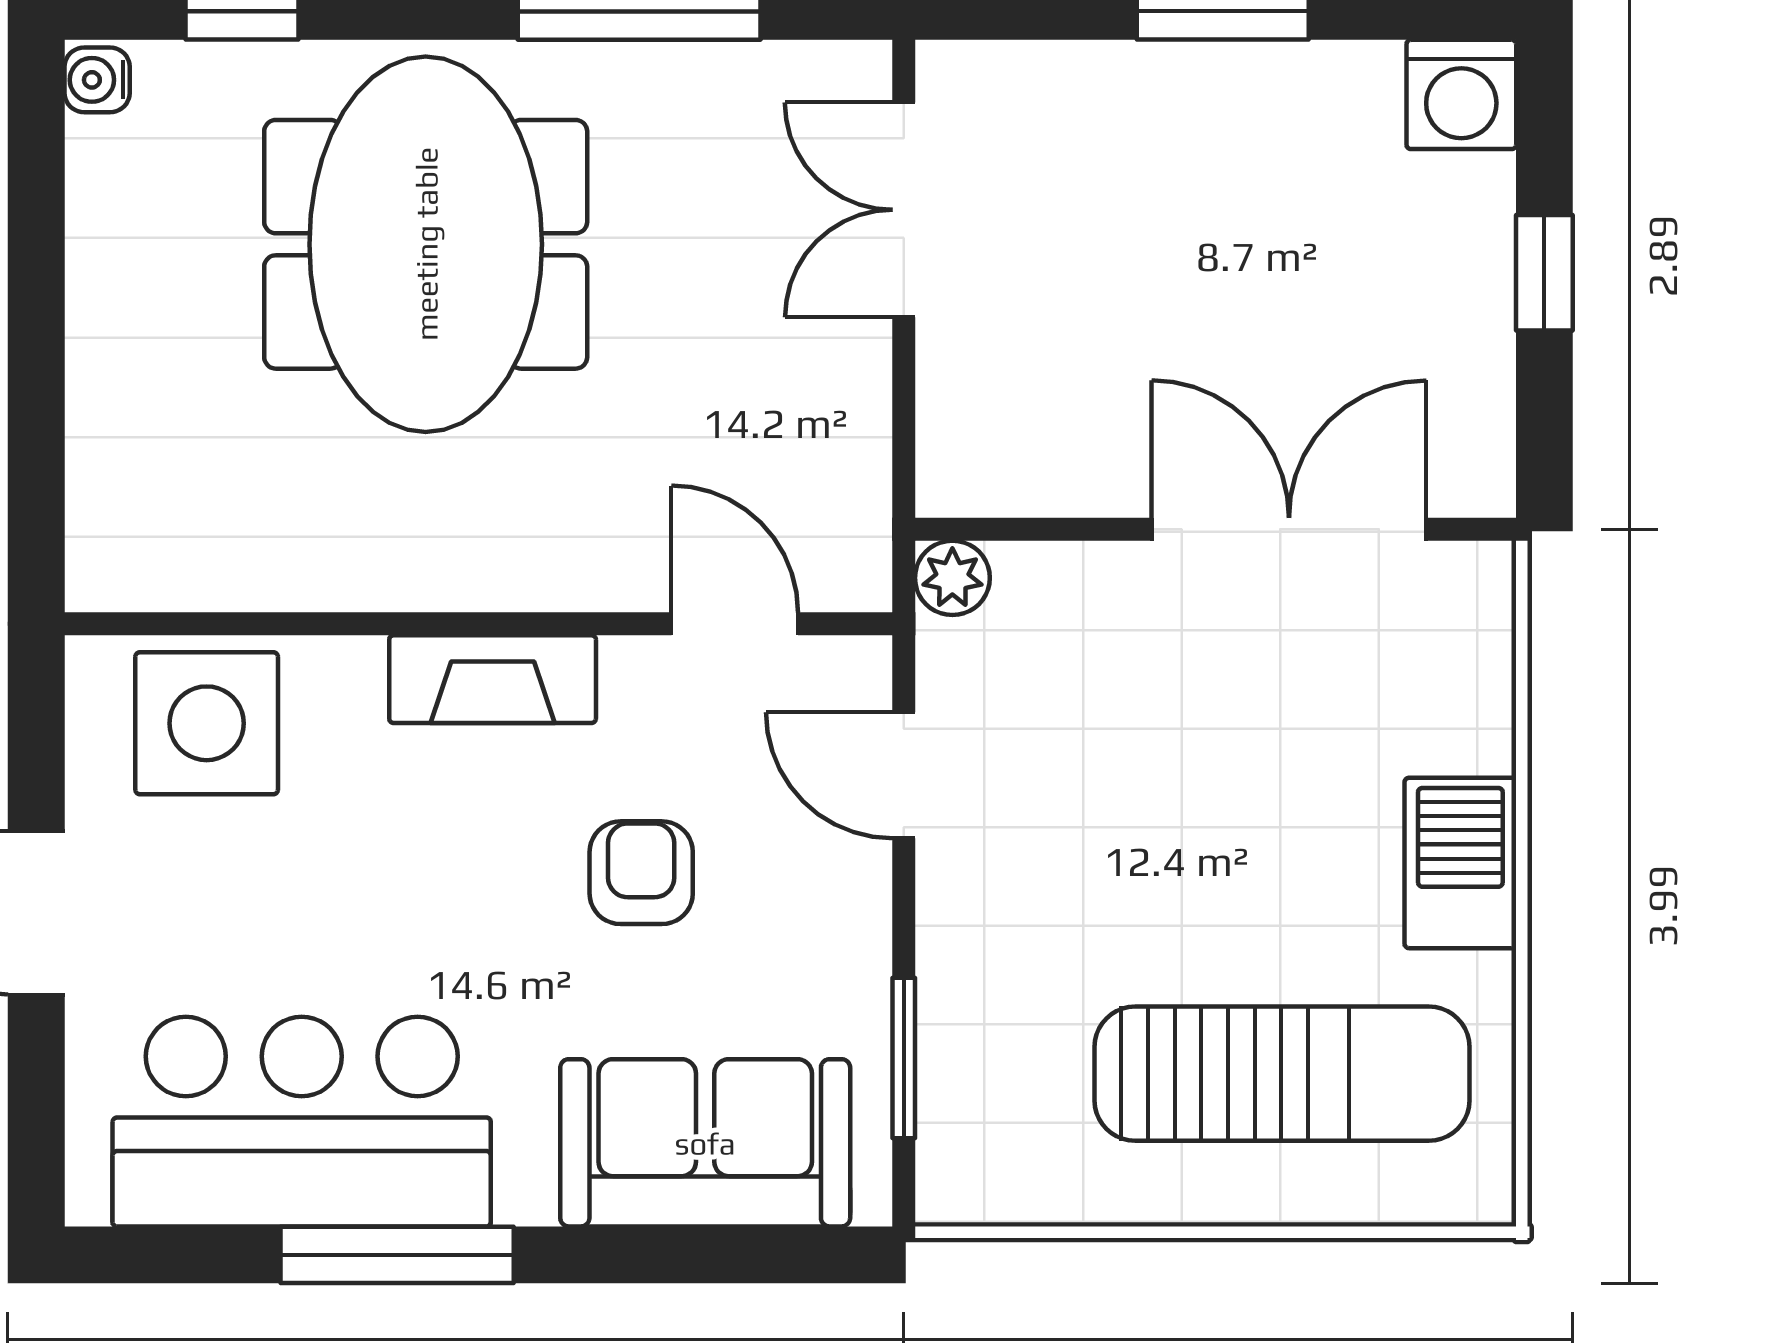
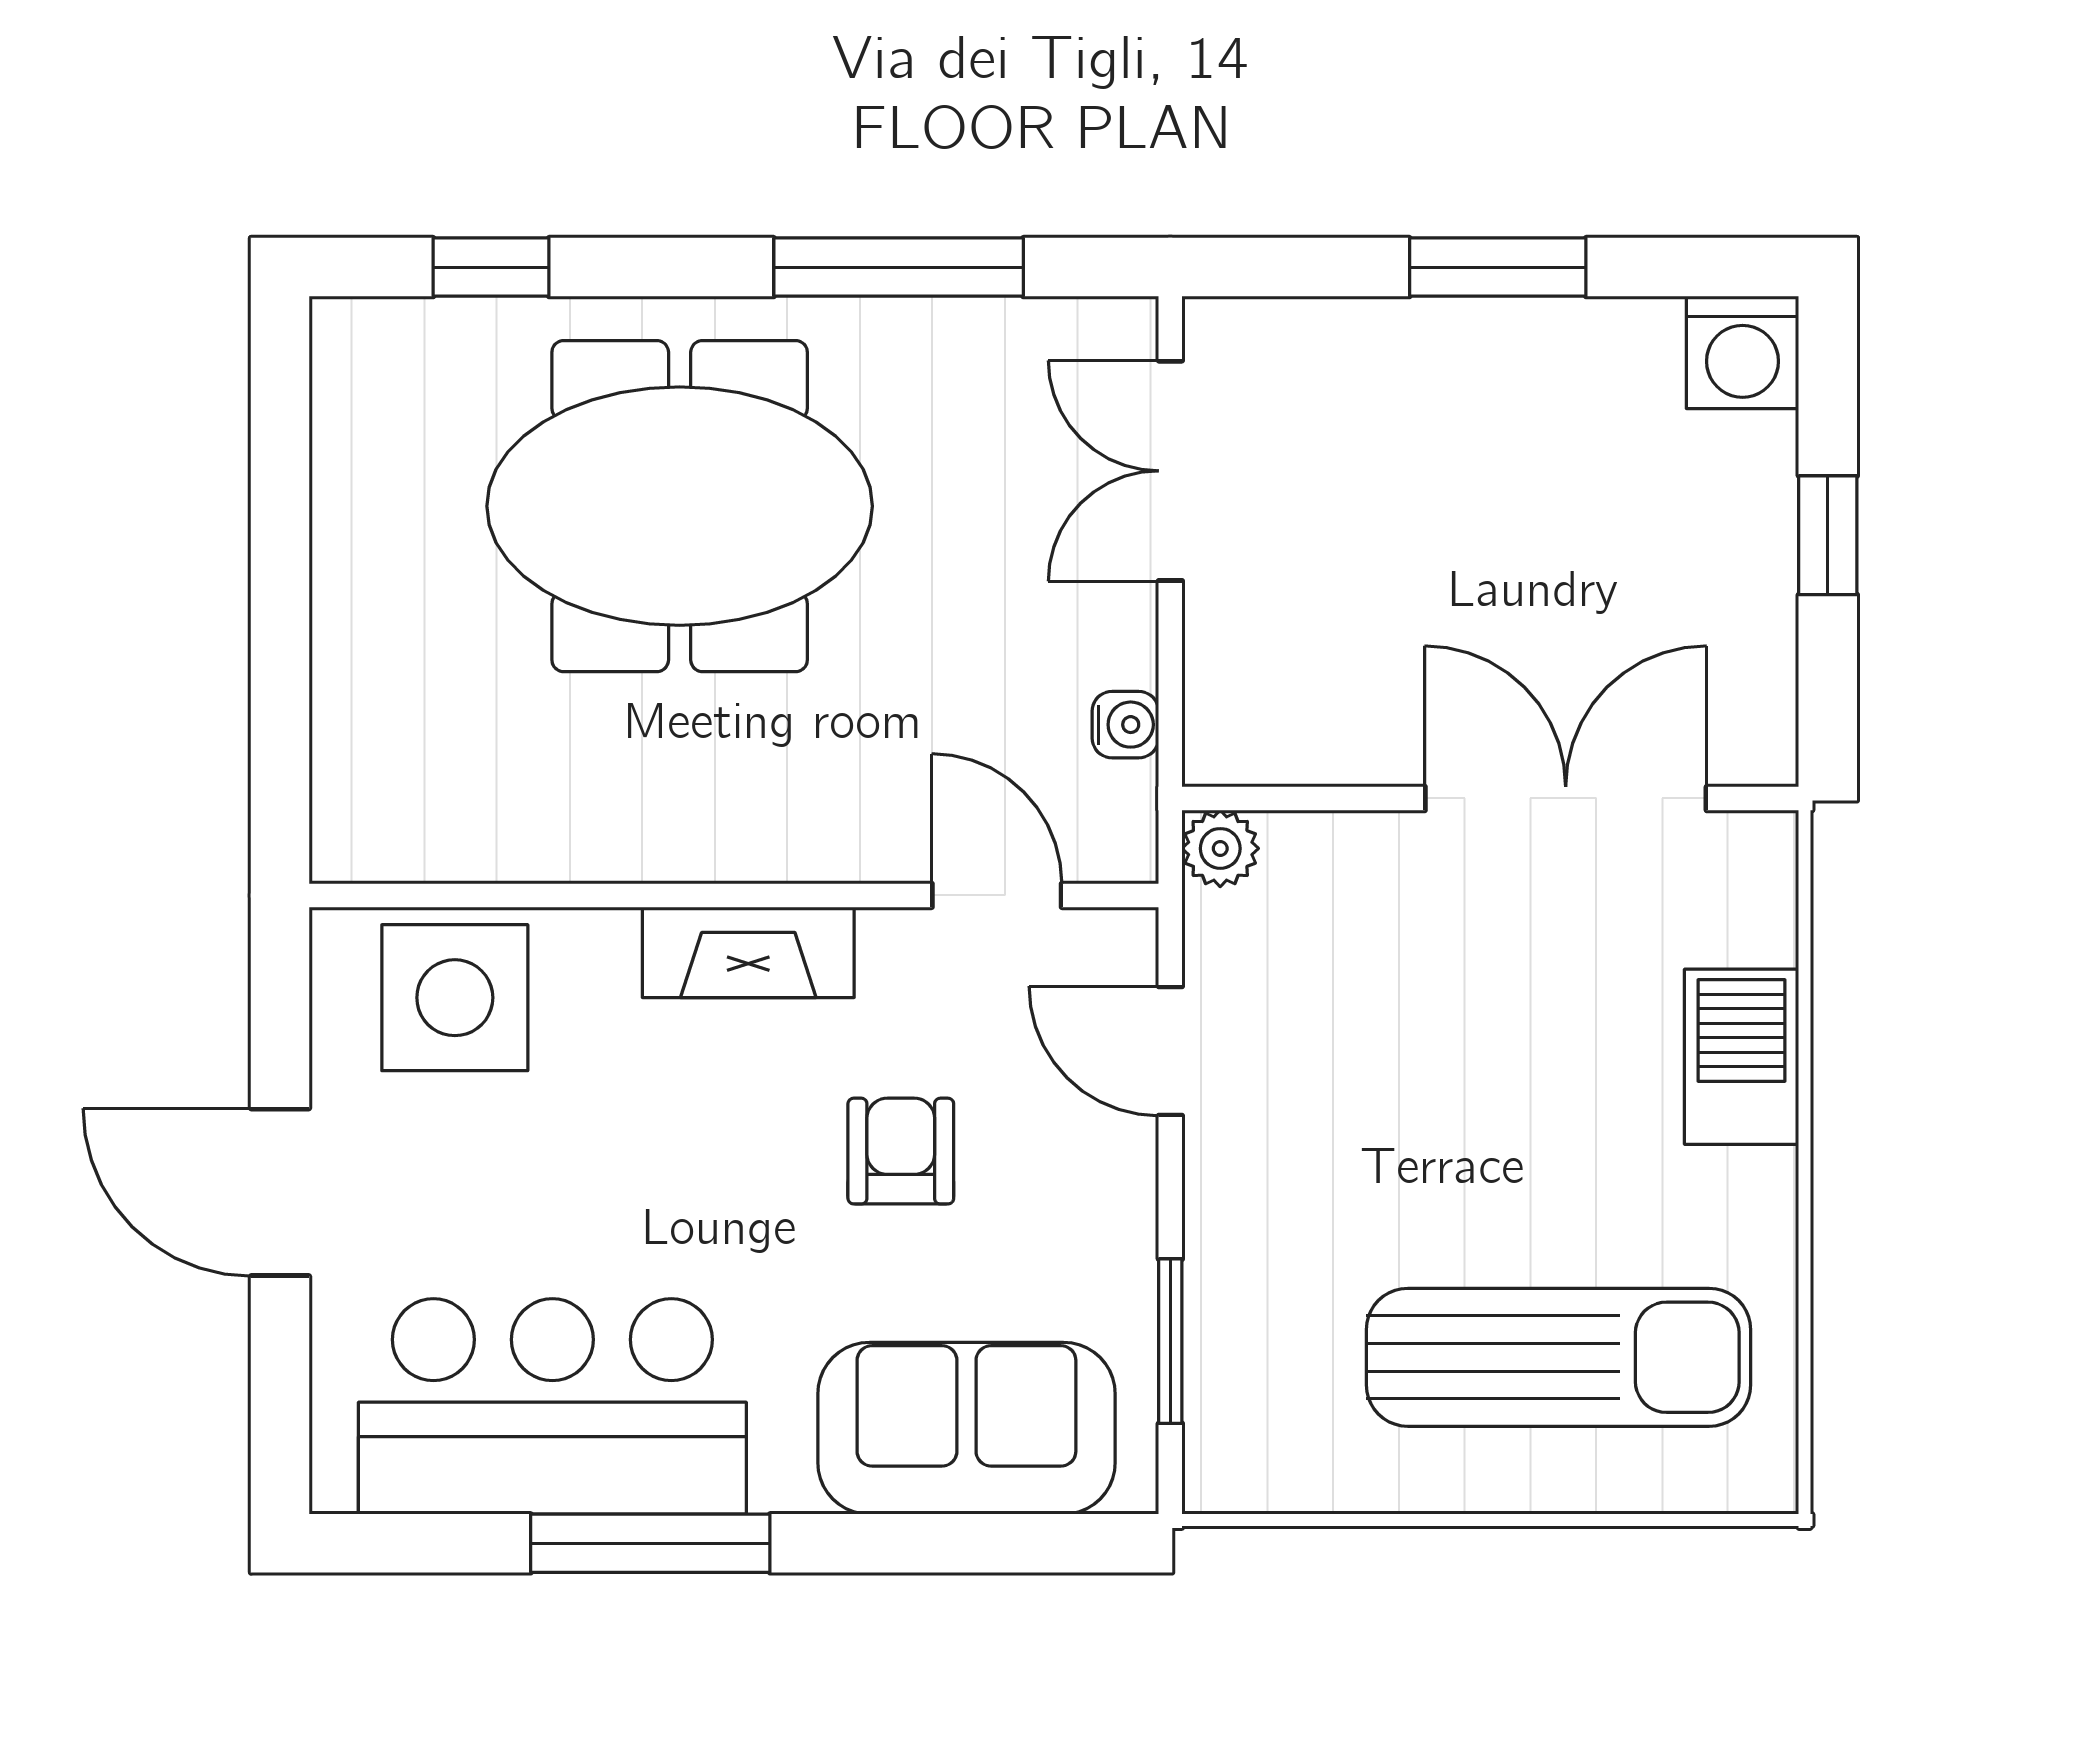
water cooler: (97, 80) -> (1125, 725), moved, turned 180
meeting table: (426, 244) -> (680, 506), turned 90
barbecue: (1460, 863) -> (1742, 1057), moved

